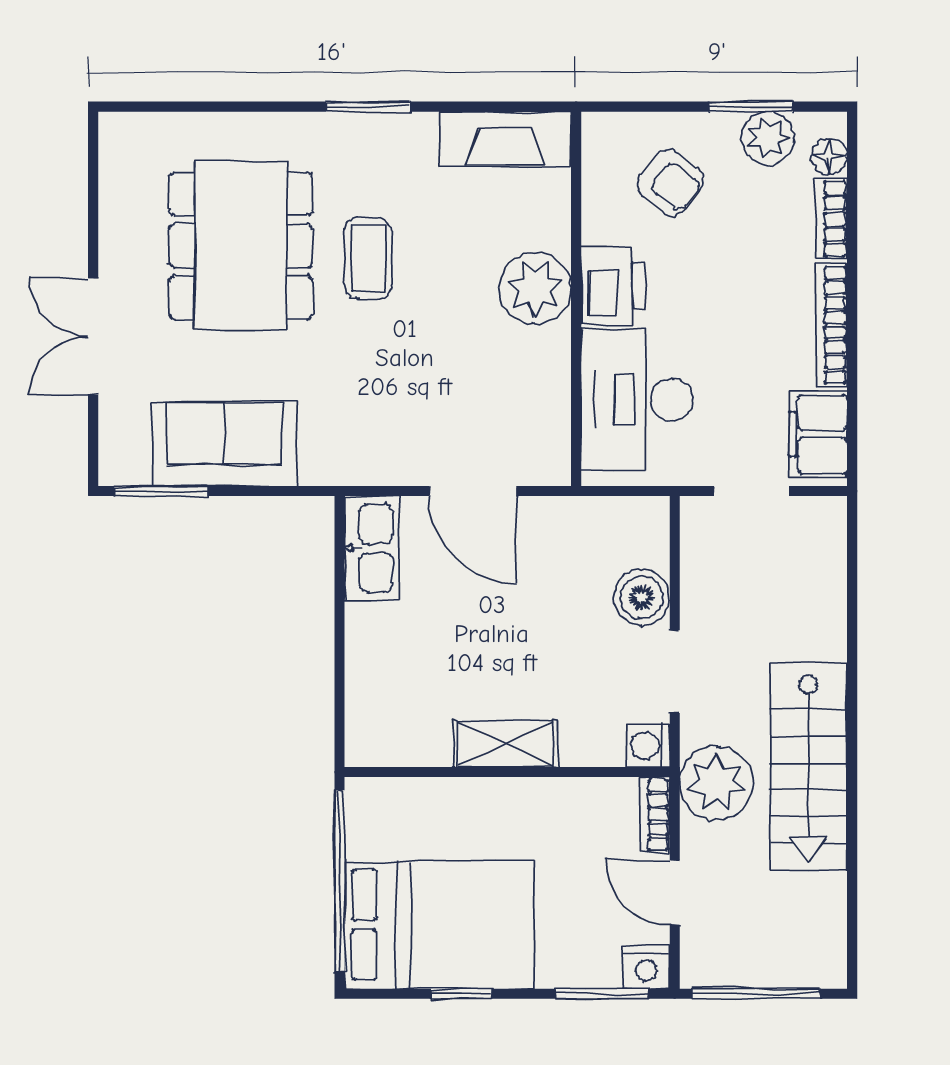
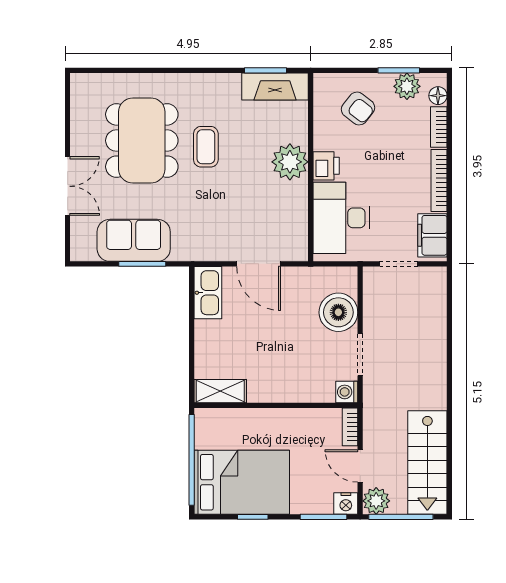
window: (368, 107) -> (266, 70), moved
printer: (613, 286) -> (326, 166), width x0.73, depth x0.81
double door: (93, 336) -> (68, 186), swing flipped
window: (161, 491) -> (142, 264), moved
boiler: (642, 597) -> (338, 312), width x1.37, depth x1.37
shelving: (505, 744) -> (220, 391), moved
stairs: (808, 767) -> (427, 462), moved
plant: (716, 783) -> (376, 501), moved, width x0.73, depth x0.73

